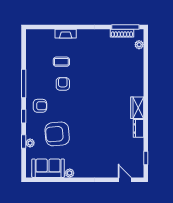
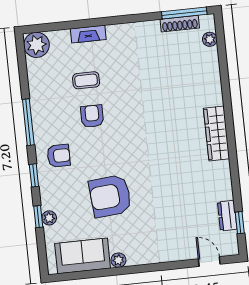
plant: (34, 37) -> (37, 45), added
wardrobe: (137, 108) -> (216, 133), width x1.50
dresser: (138, 128) -> (227, 216), moved
armchair: (57, 134) -> (110, 196), moved

